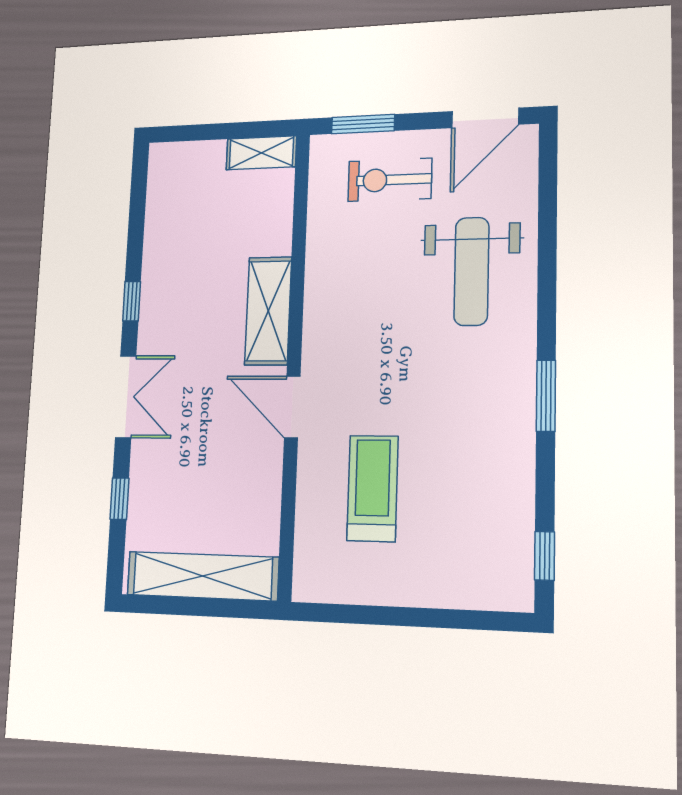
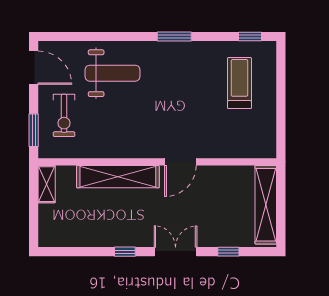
shelving: (268, 311) -> (118, 177), width x1.47
treadmill: (372, 488) -> (239, 83), moved, turned 90

